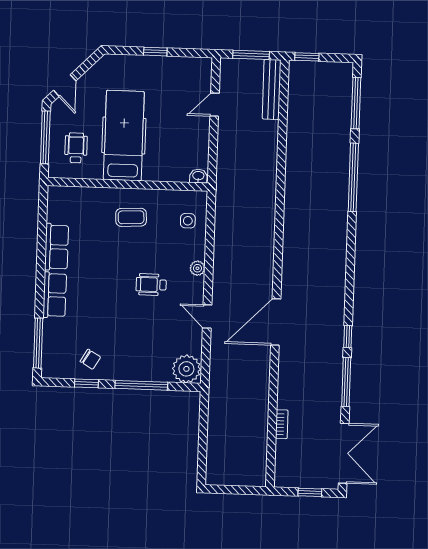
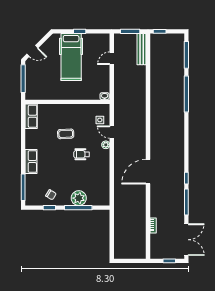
door: (65, 86) -> (32, 51), hinge flipped
hospital bed: (124, 136) -> (71, 57), moved, turned 180
wheelchair: (76, 148) -> (40, 84), removed
coffee table: (131, 217) -> (66, 134), moved
row of seats: (57, 247) -> (31, 116), moved
door: (207, 317) -> (112, 132), moved
plant: (186, 369) -> (79, 198), moved

